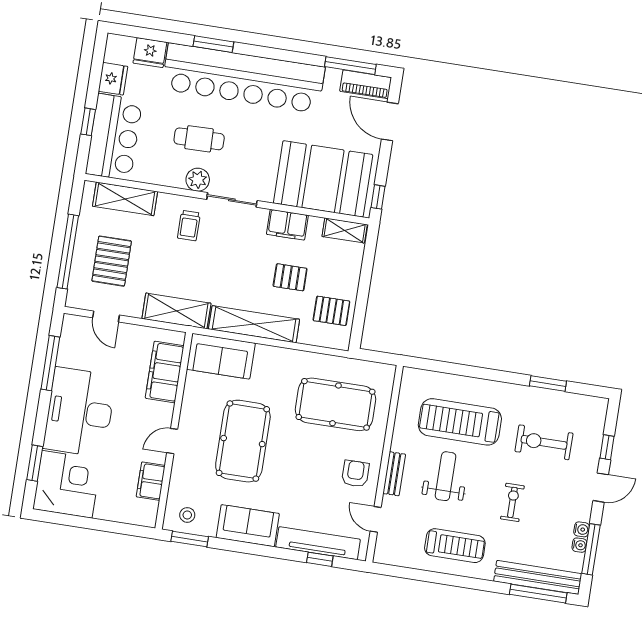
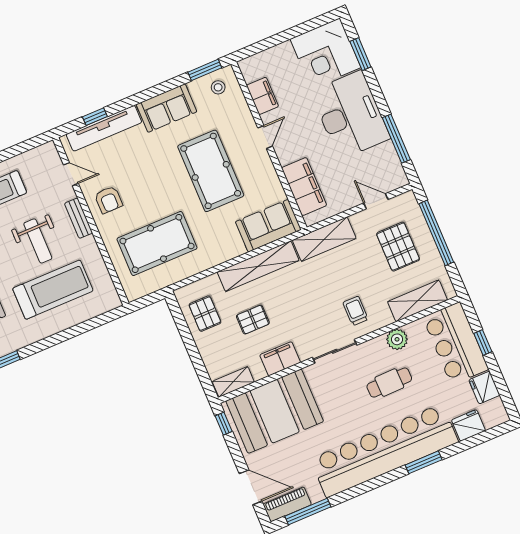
plant: (198, 180) -> (397, 339), moved
pallet: (331, 311) -> (205, 314), turned 90

